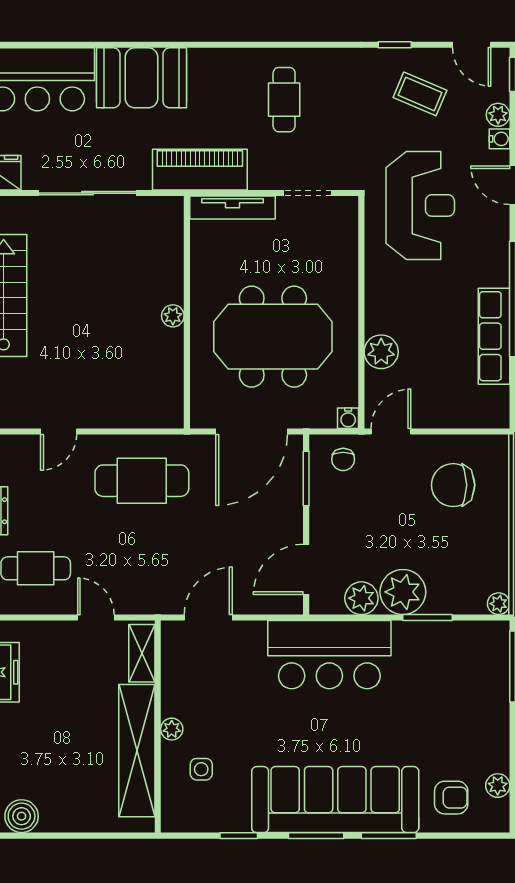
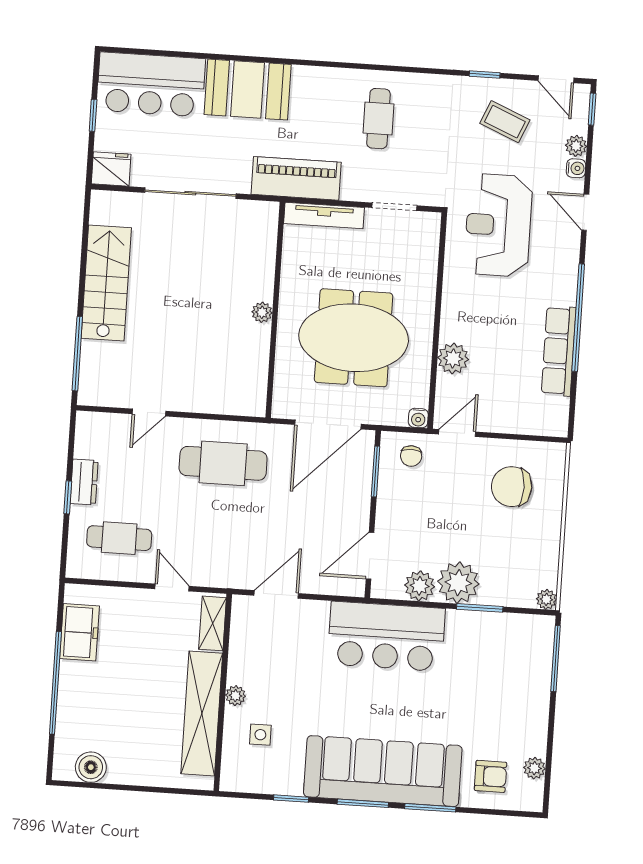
reception desk: (420, 205) -> (498, 225), turned 180

